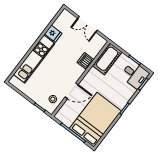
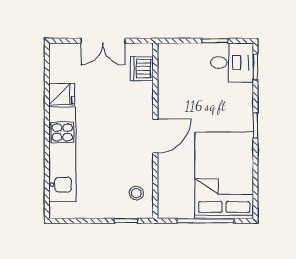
cot: (107, 59) -> (172, 70), removed
dishwasher: (86, 61) -> (142, 69), moved
door: (72, 91) -> (155, 136), moved

